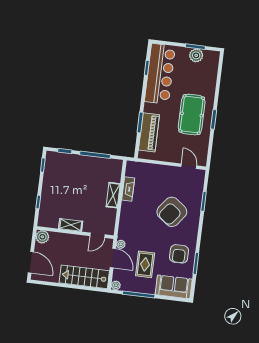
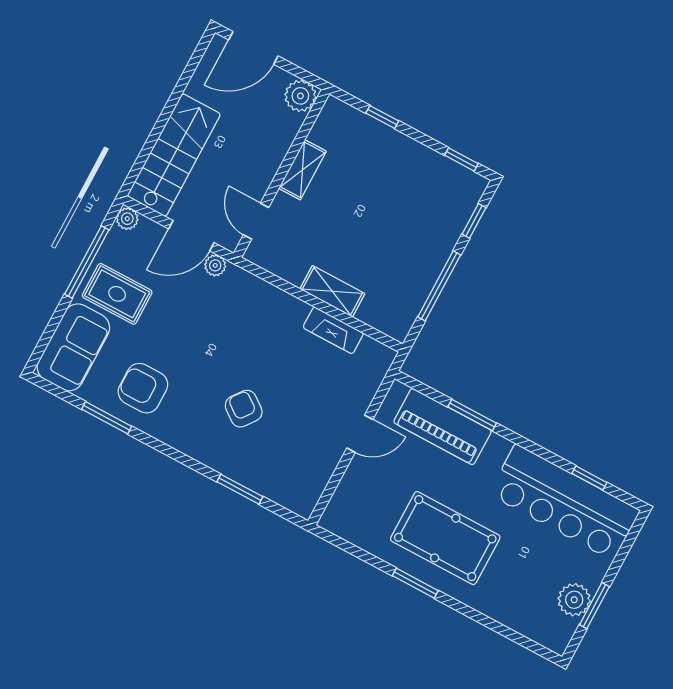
door: (189, 166) -> (360, 434), moved
armchair: (172, 212) -> (244, 409), width x0.53, depth x0.53
rug: (145, 264) -> (117, 294), moved

